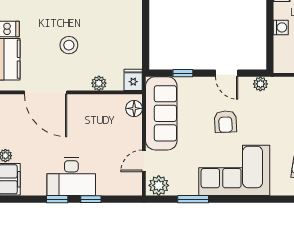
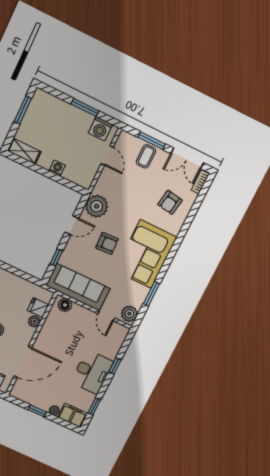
fridge: (133, 80) -> (38, 308), moved
plant: (260, 84) -> (97, 206), width x1.87, depth x1.87
window: (57, 199) -> (94, 406), moved

